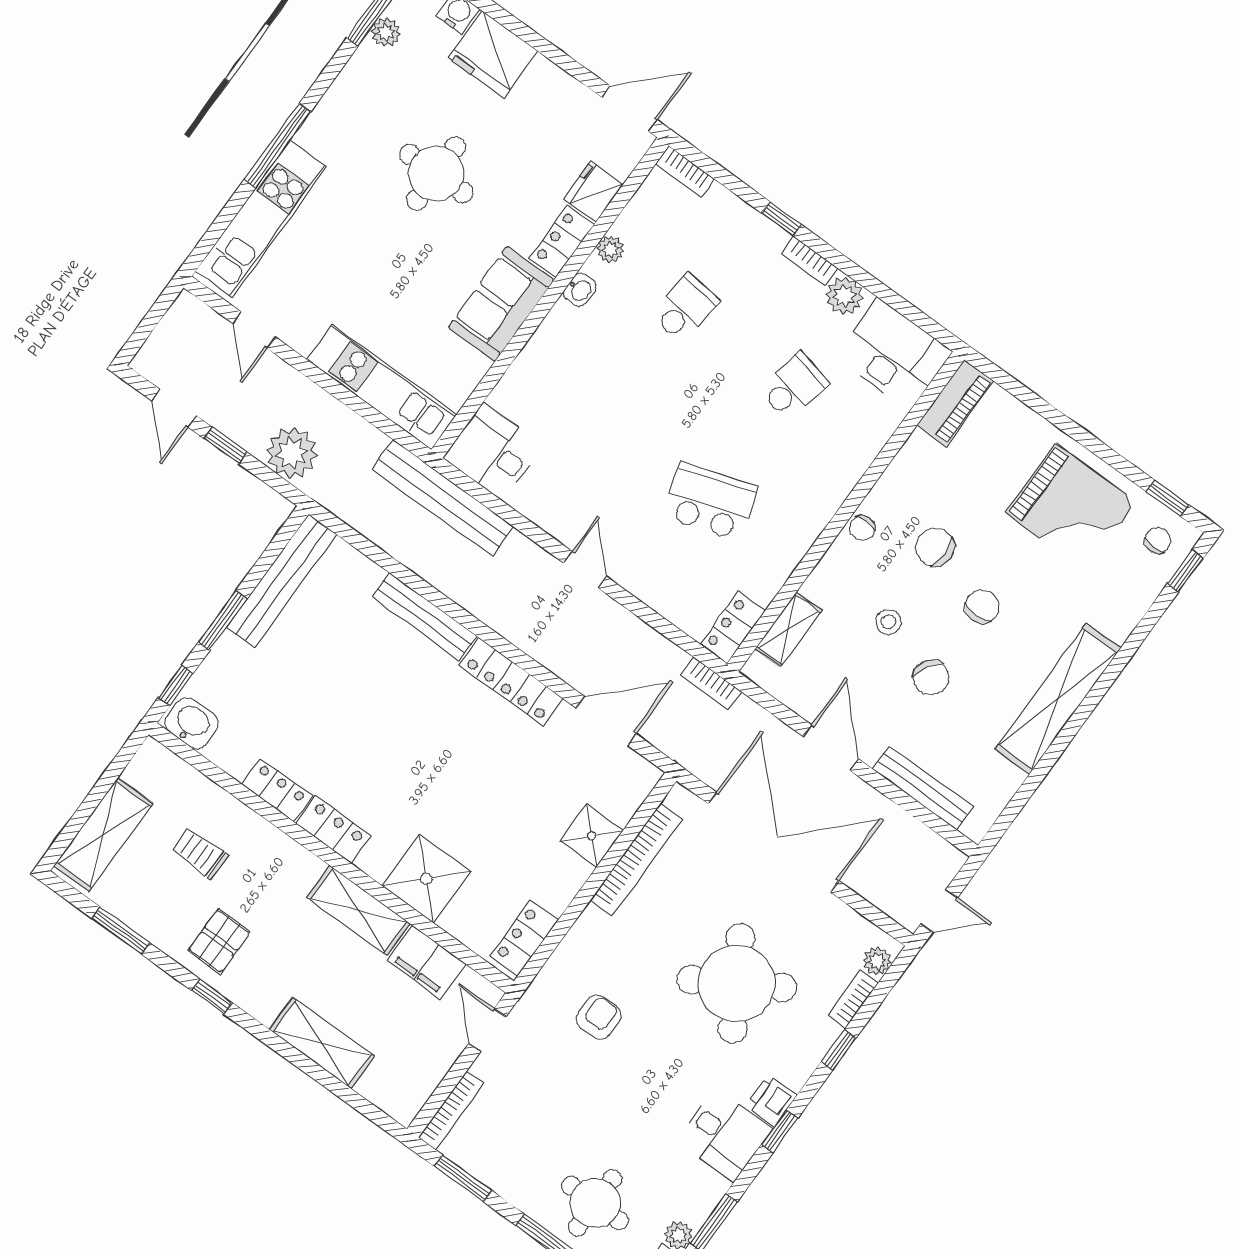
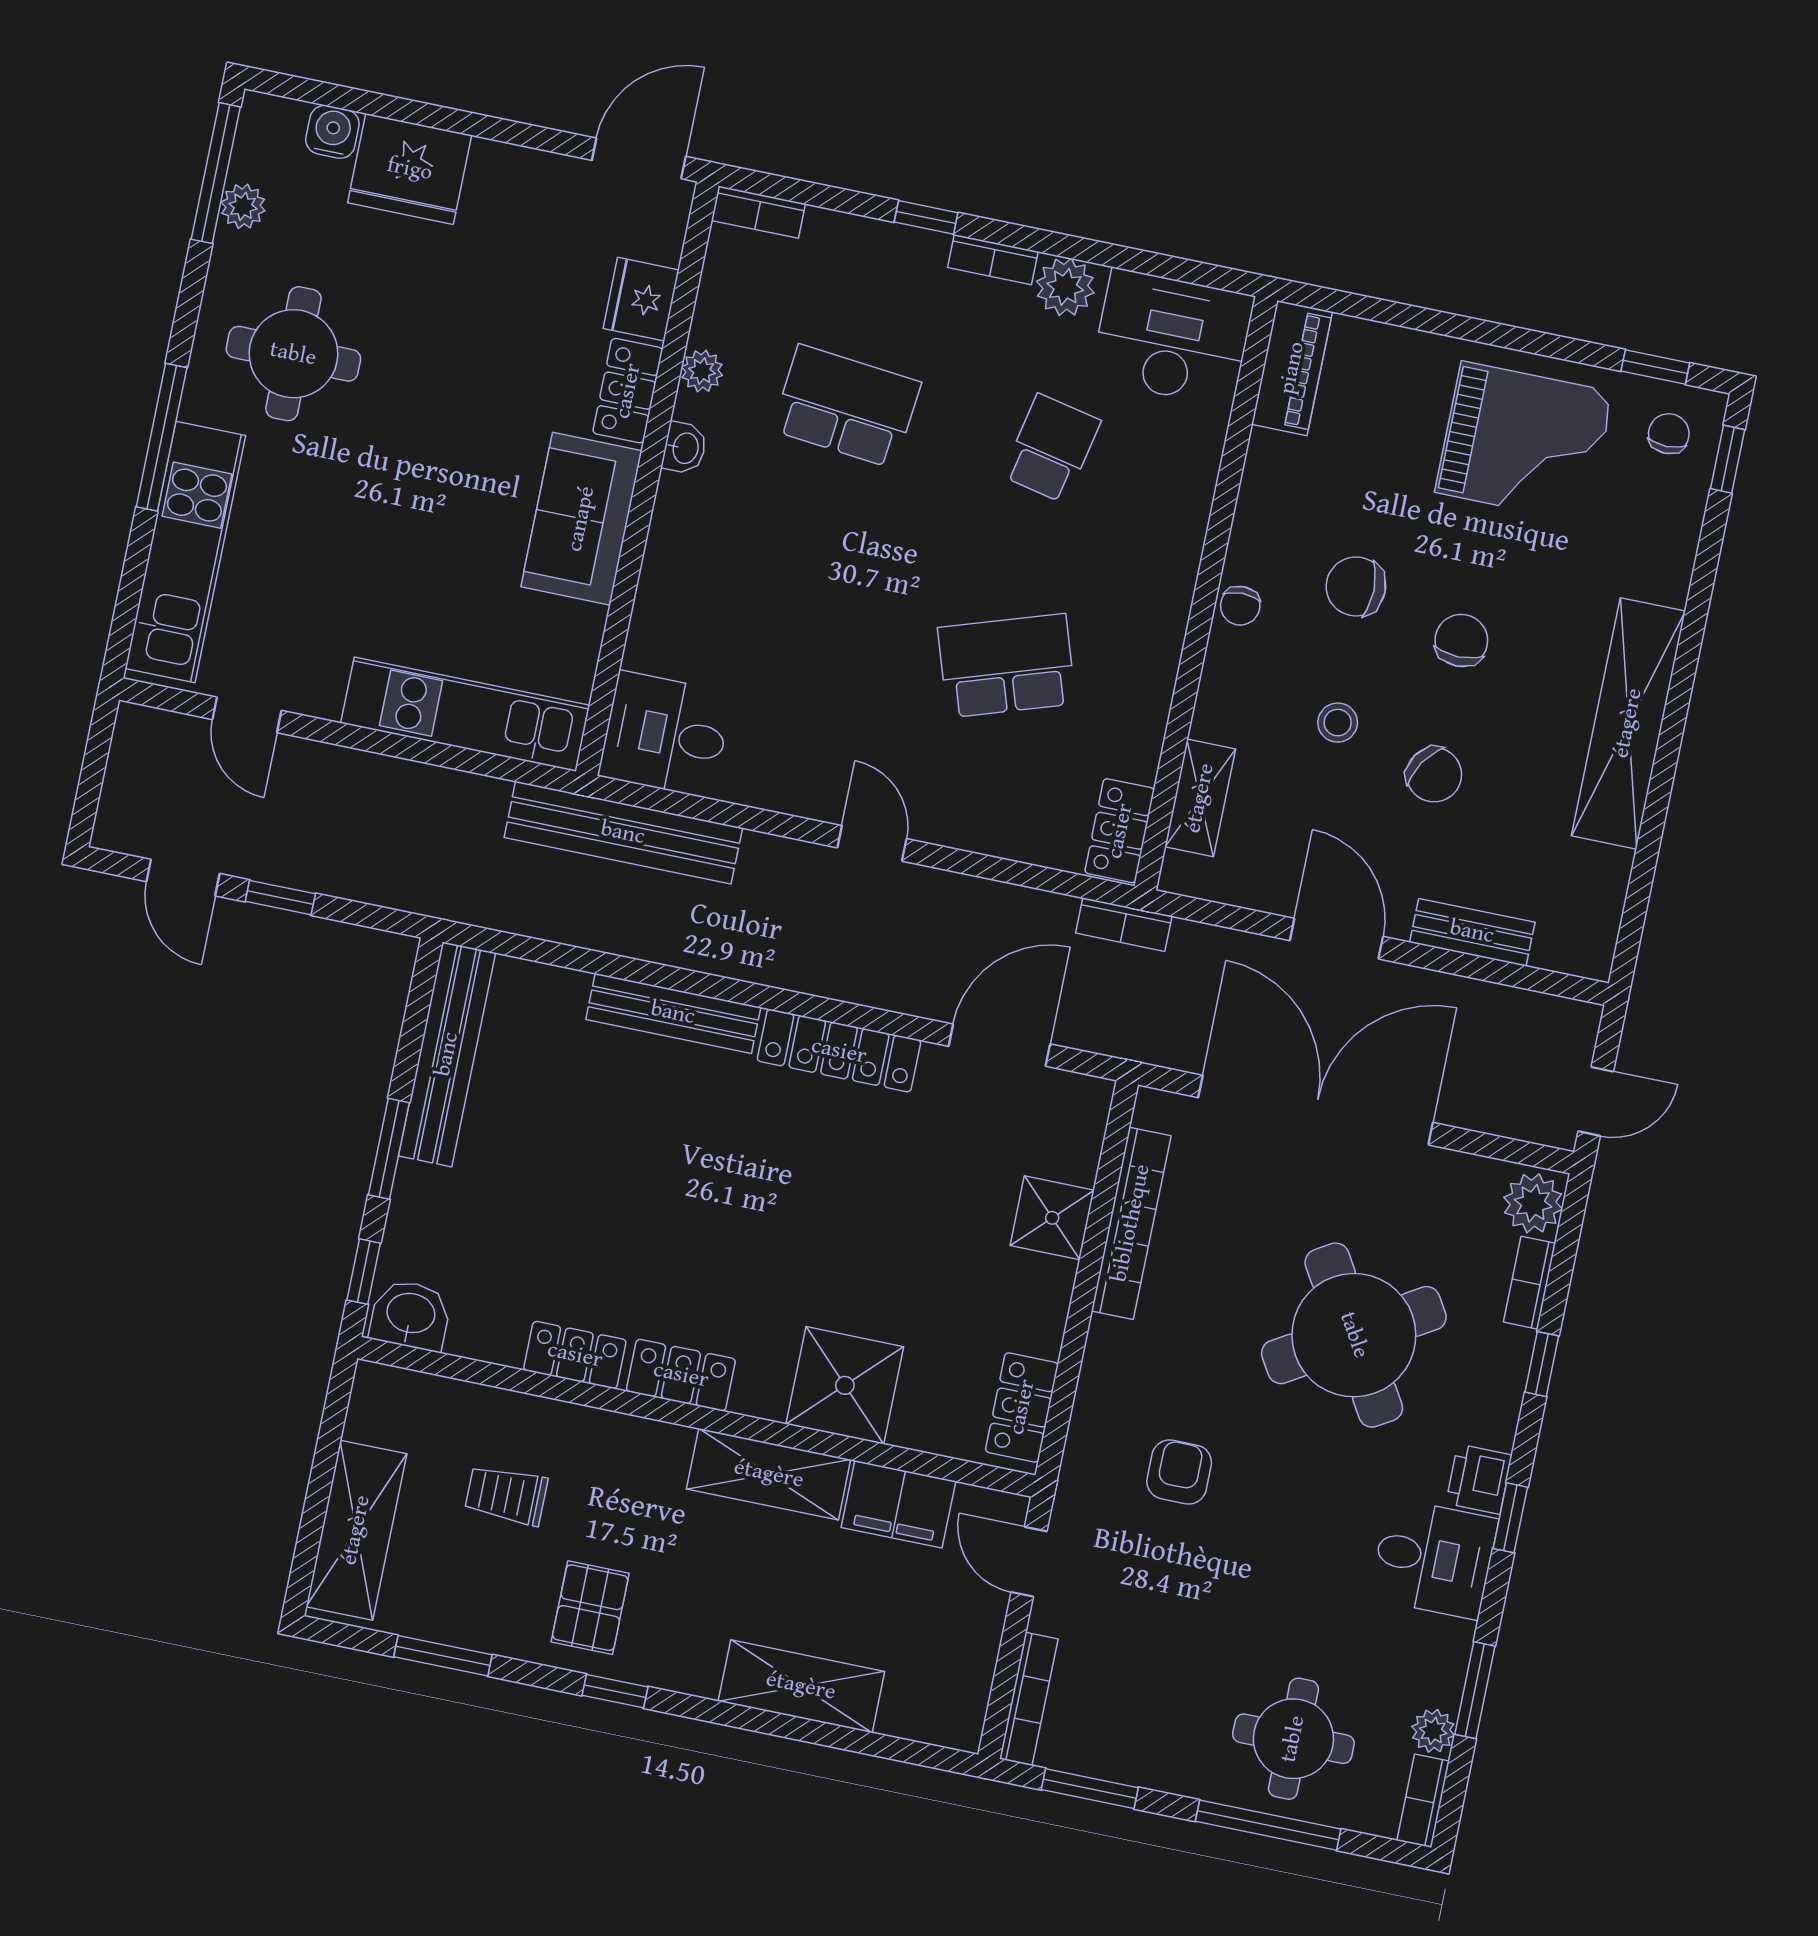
round table: (436, 173) -> (293, 354), moved
school desk: (685, 308) -> (846, 406), width x1.85
plant: (292, 453) -> (379, 866), removed
bench: (923, 788) -> (1472, 932), width x0.73
plant: (877, 961) -> (1533, 1203), width x1.38, depth x1.38

